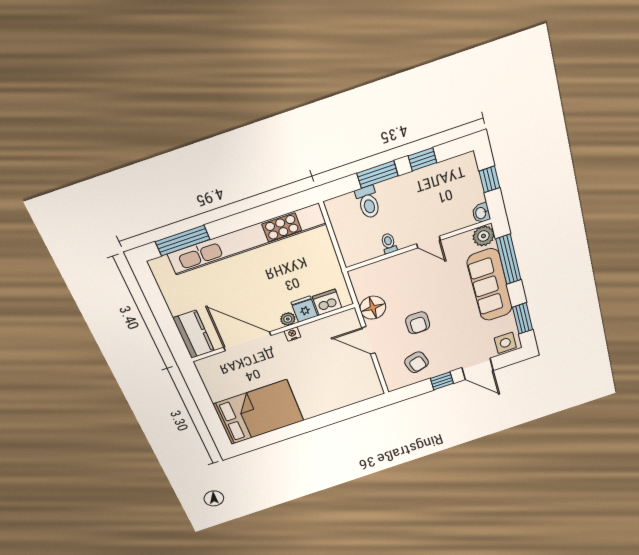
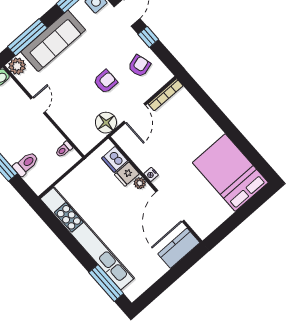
toilet: (389, 243) -> (64, 149), moved
bookcase: (373, 377) -> (165, 95), added

